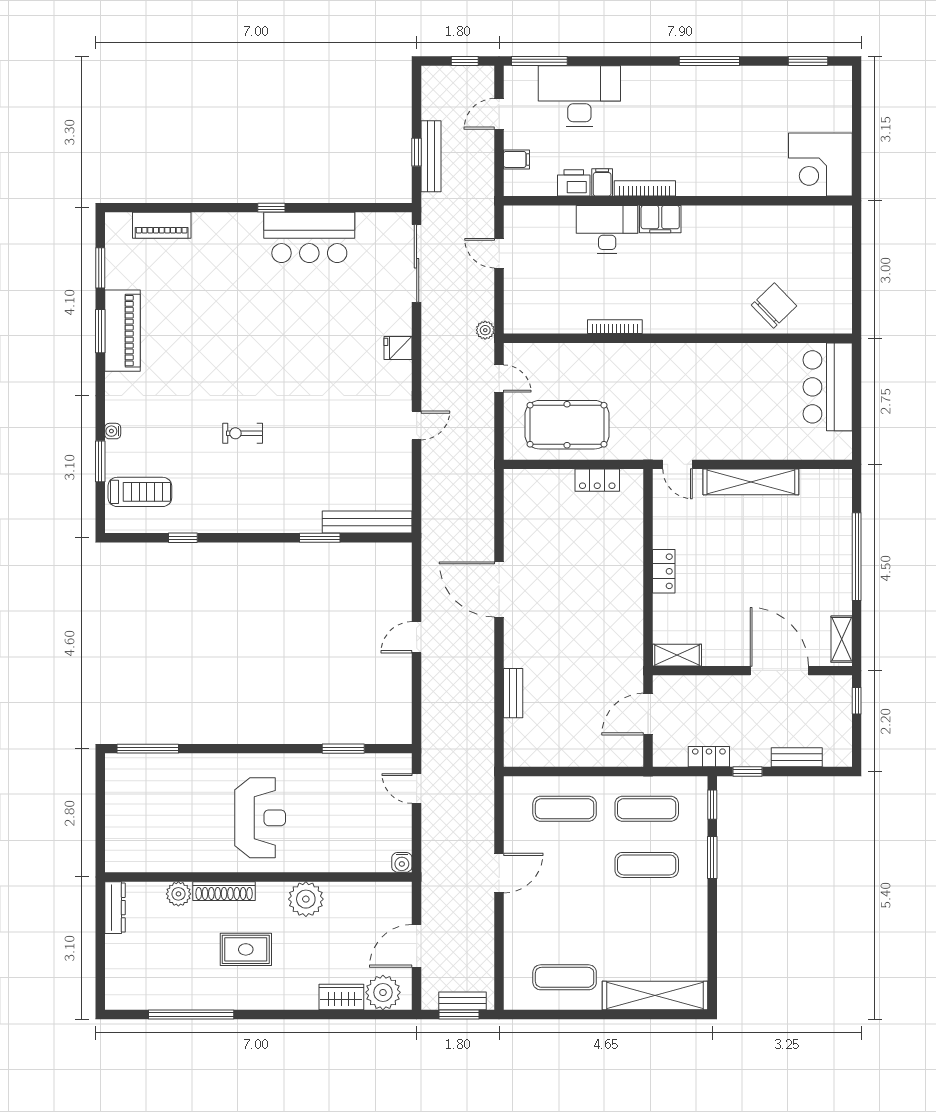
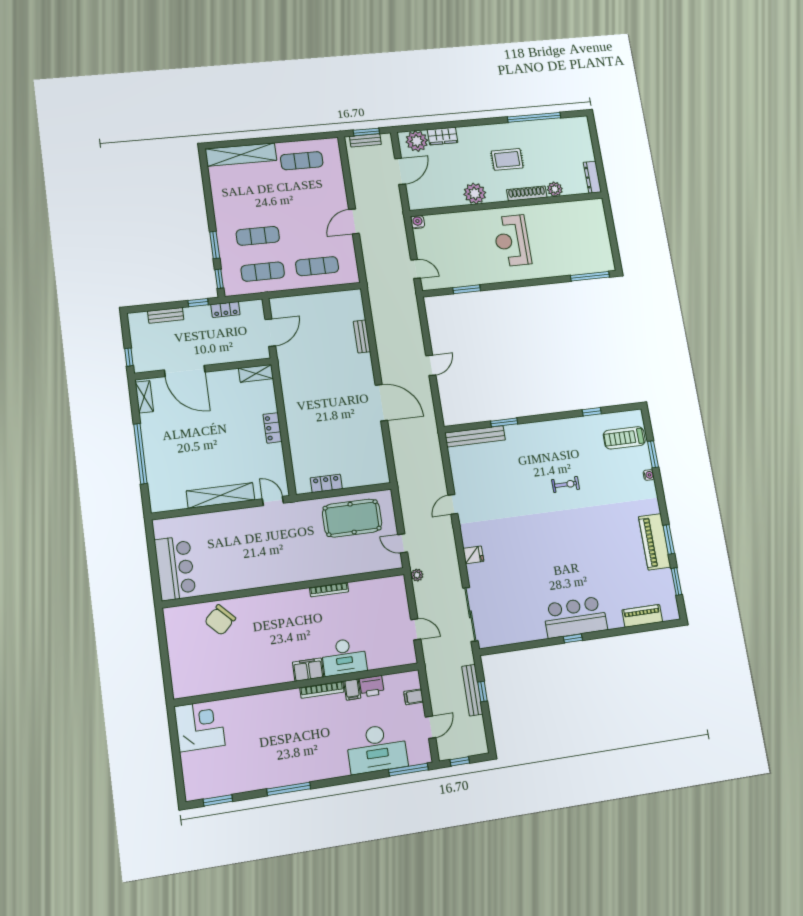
bar counter: (309, 237) -> (575, 617), moved

